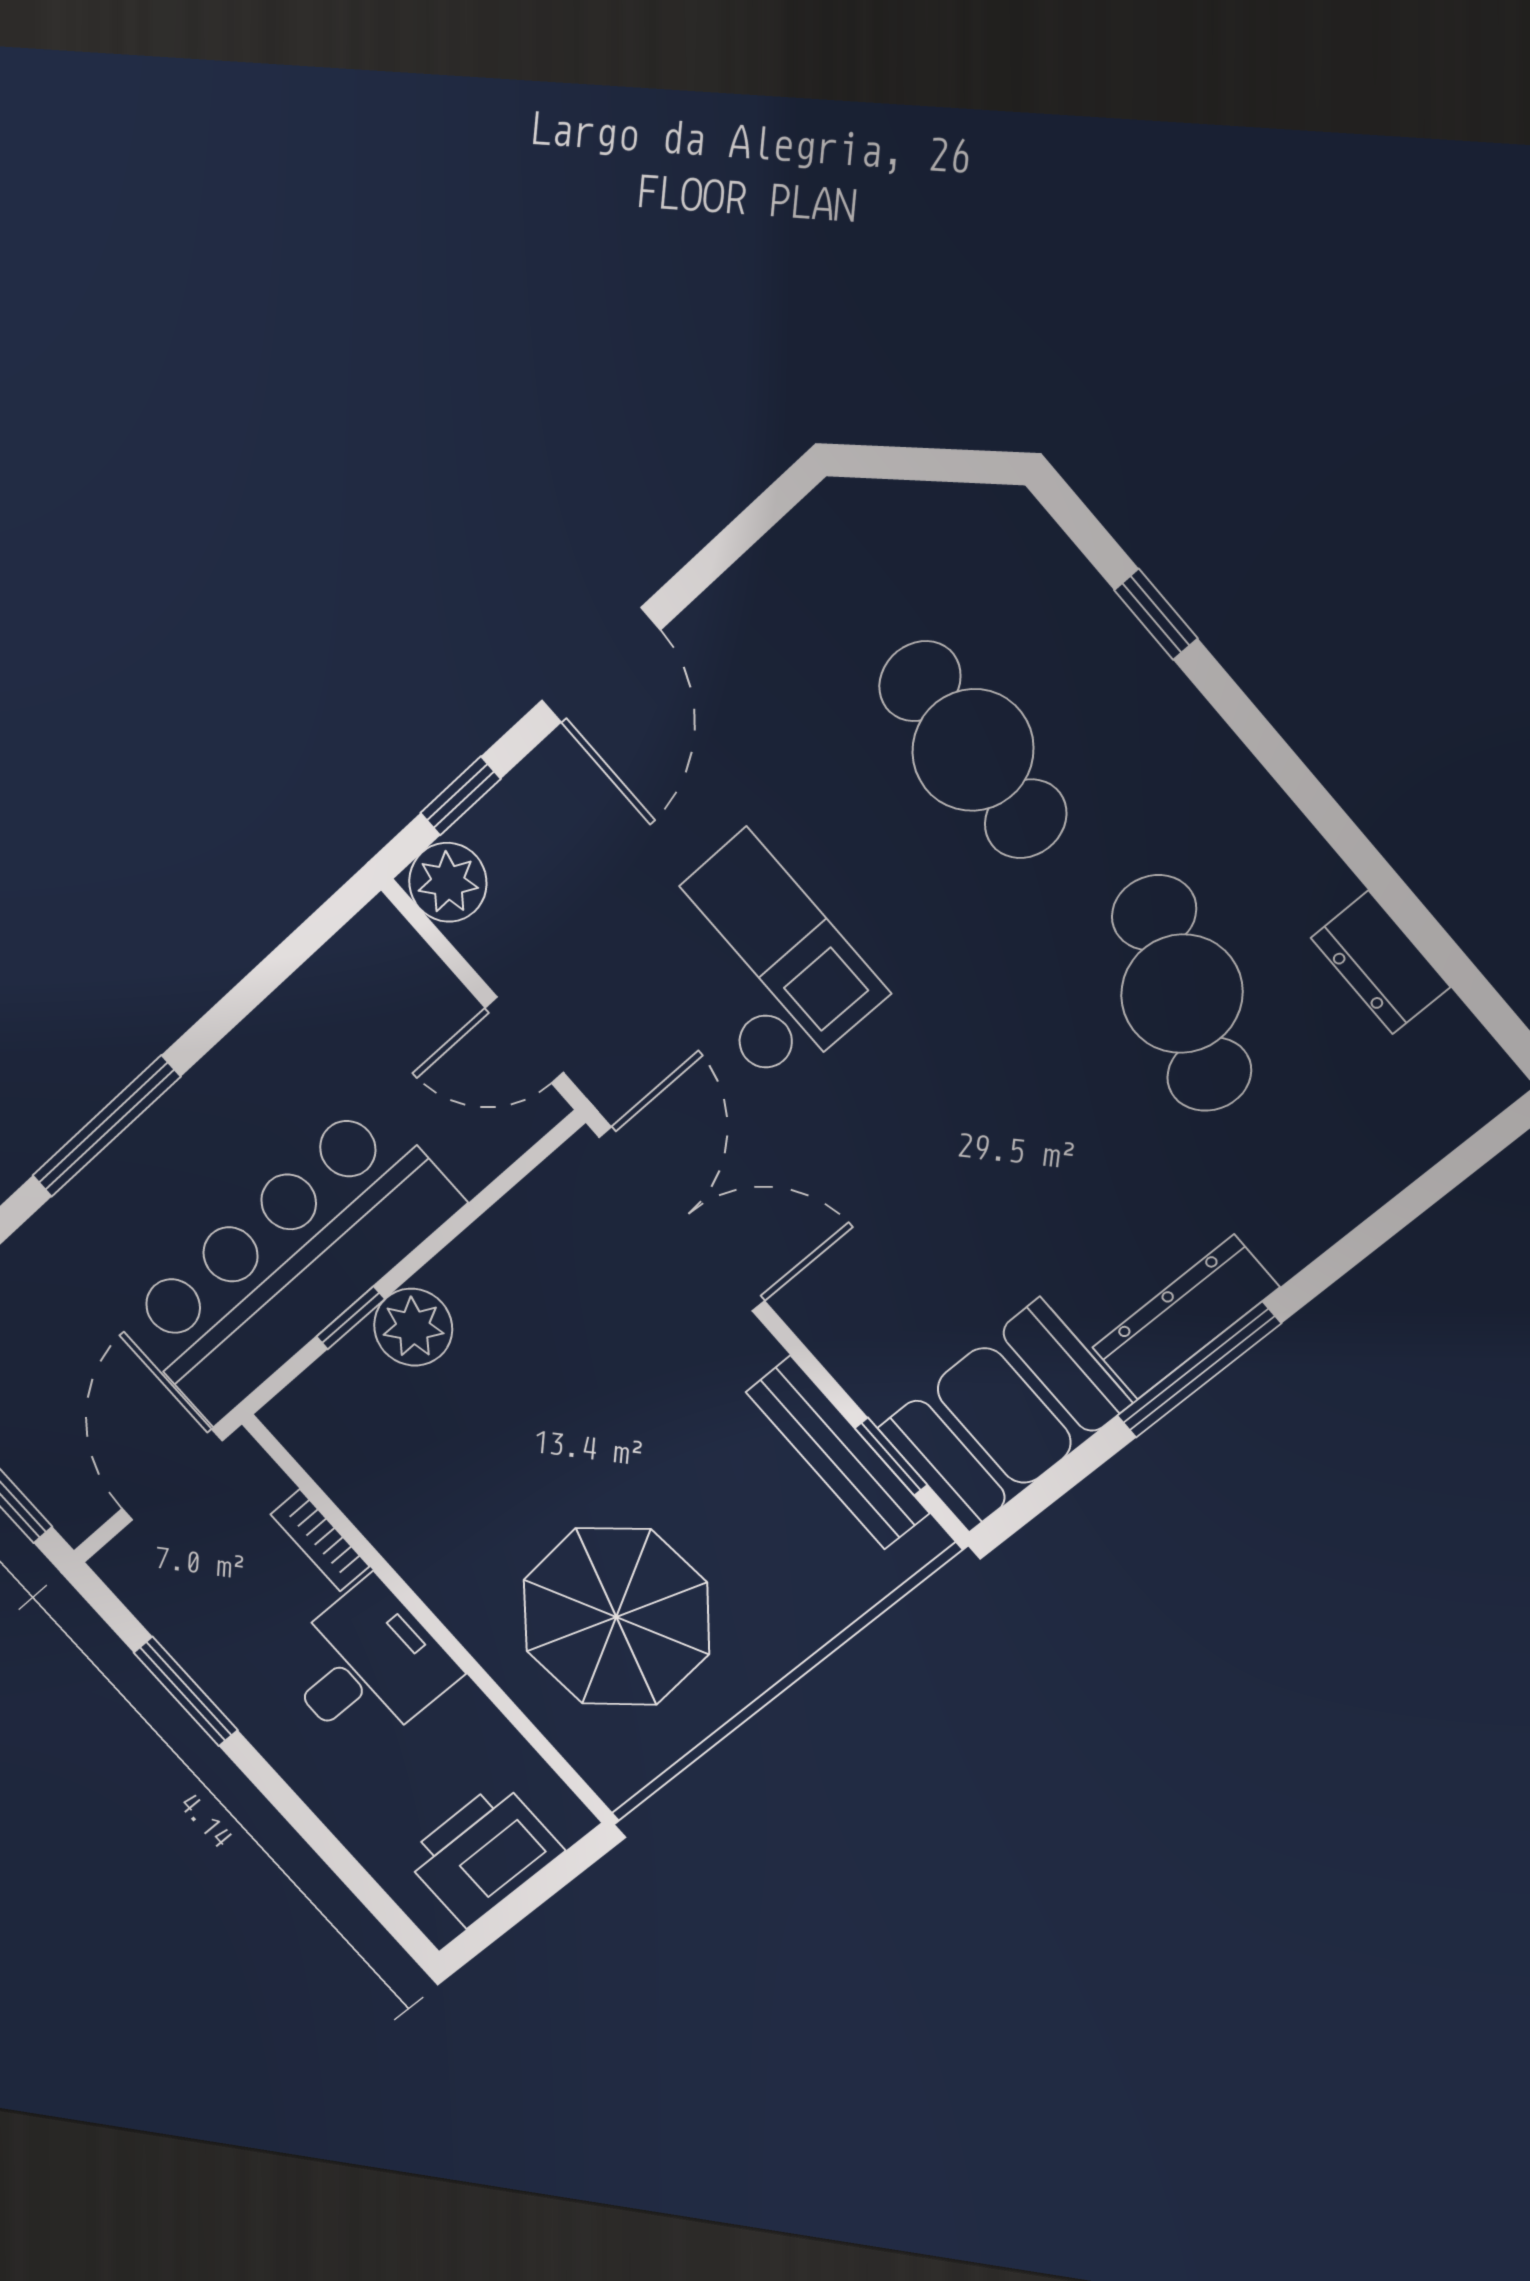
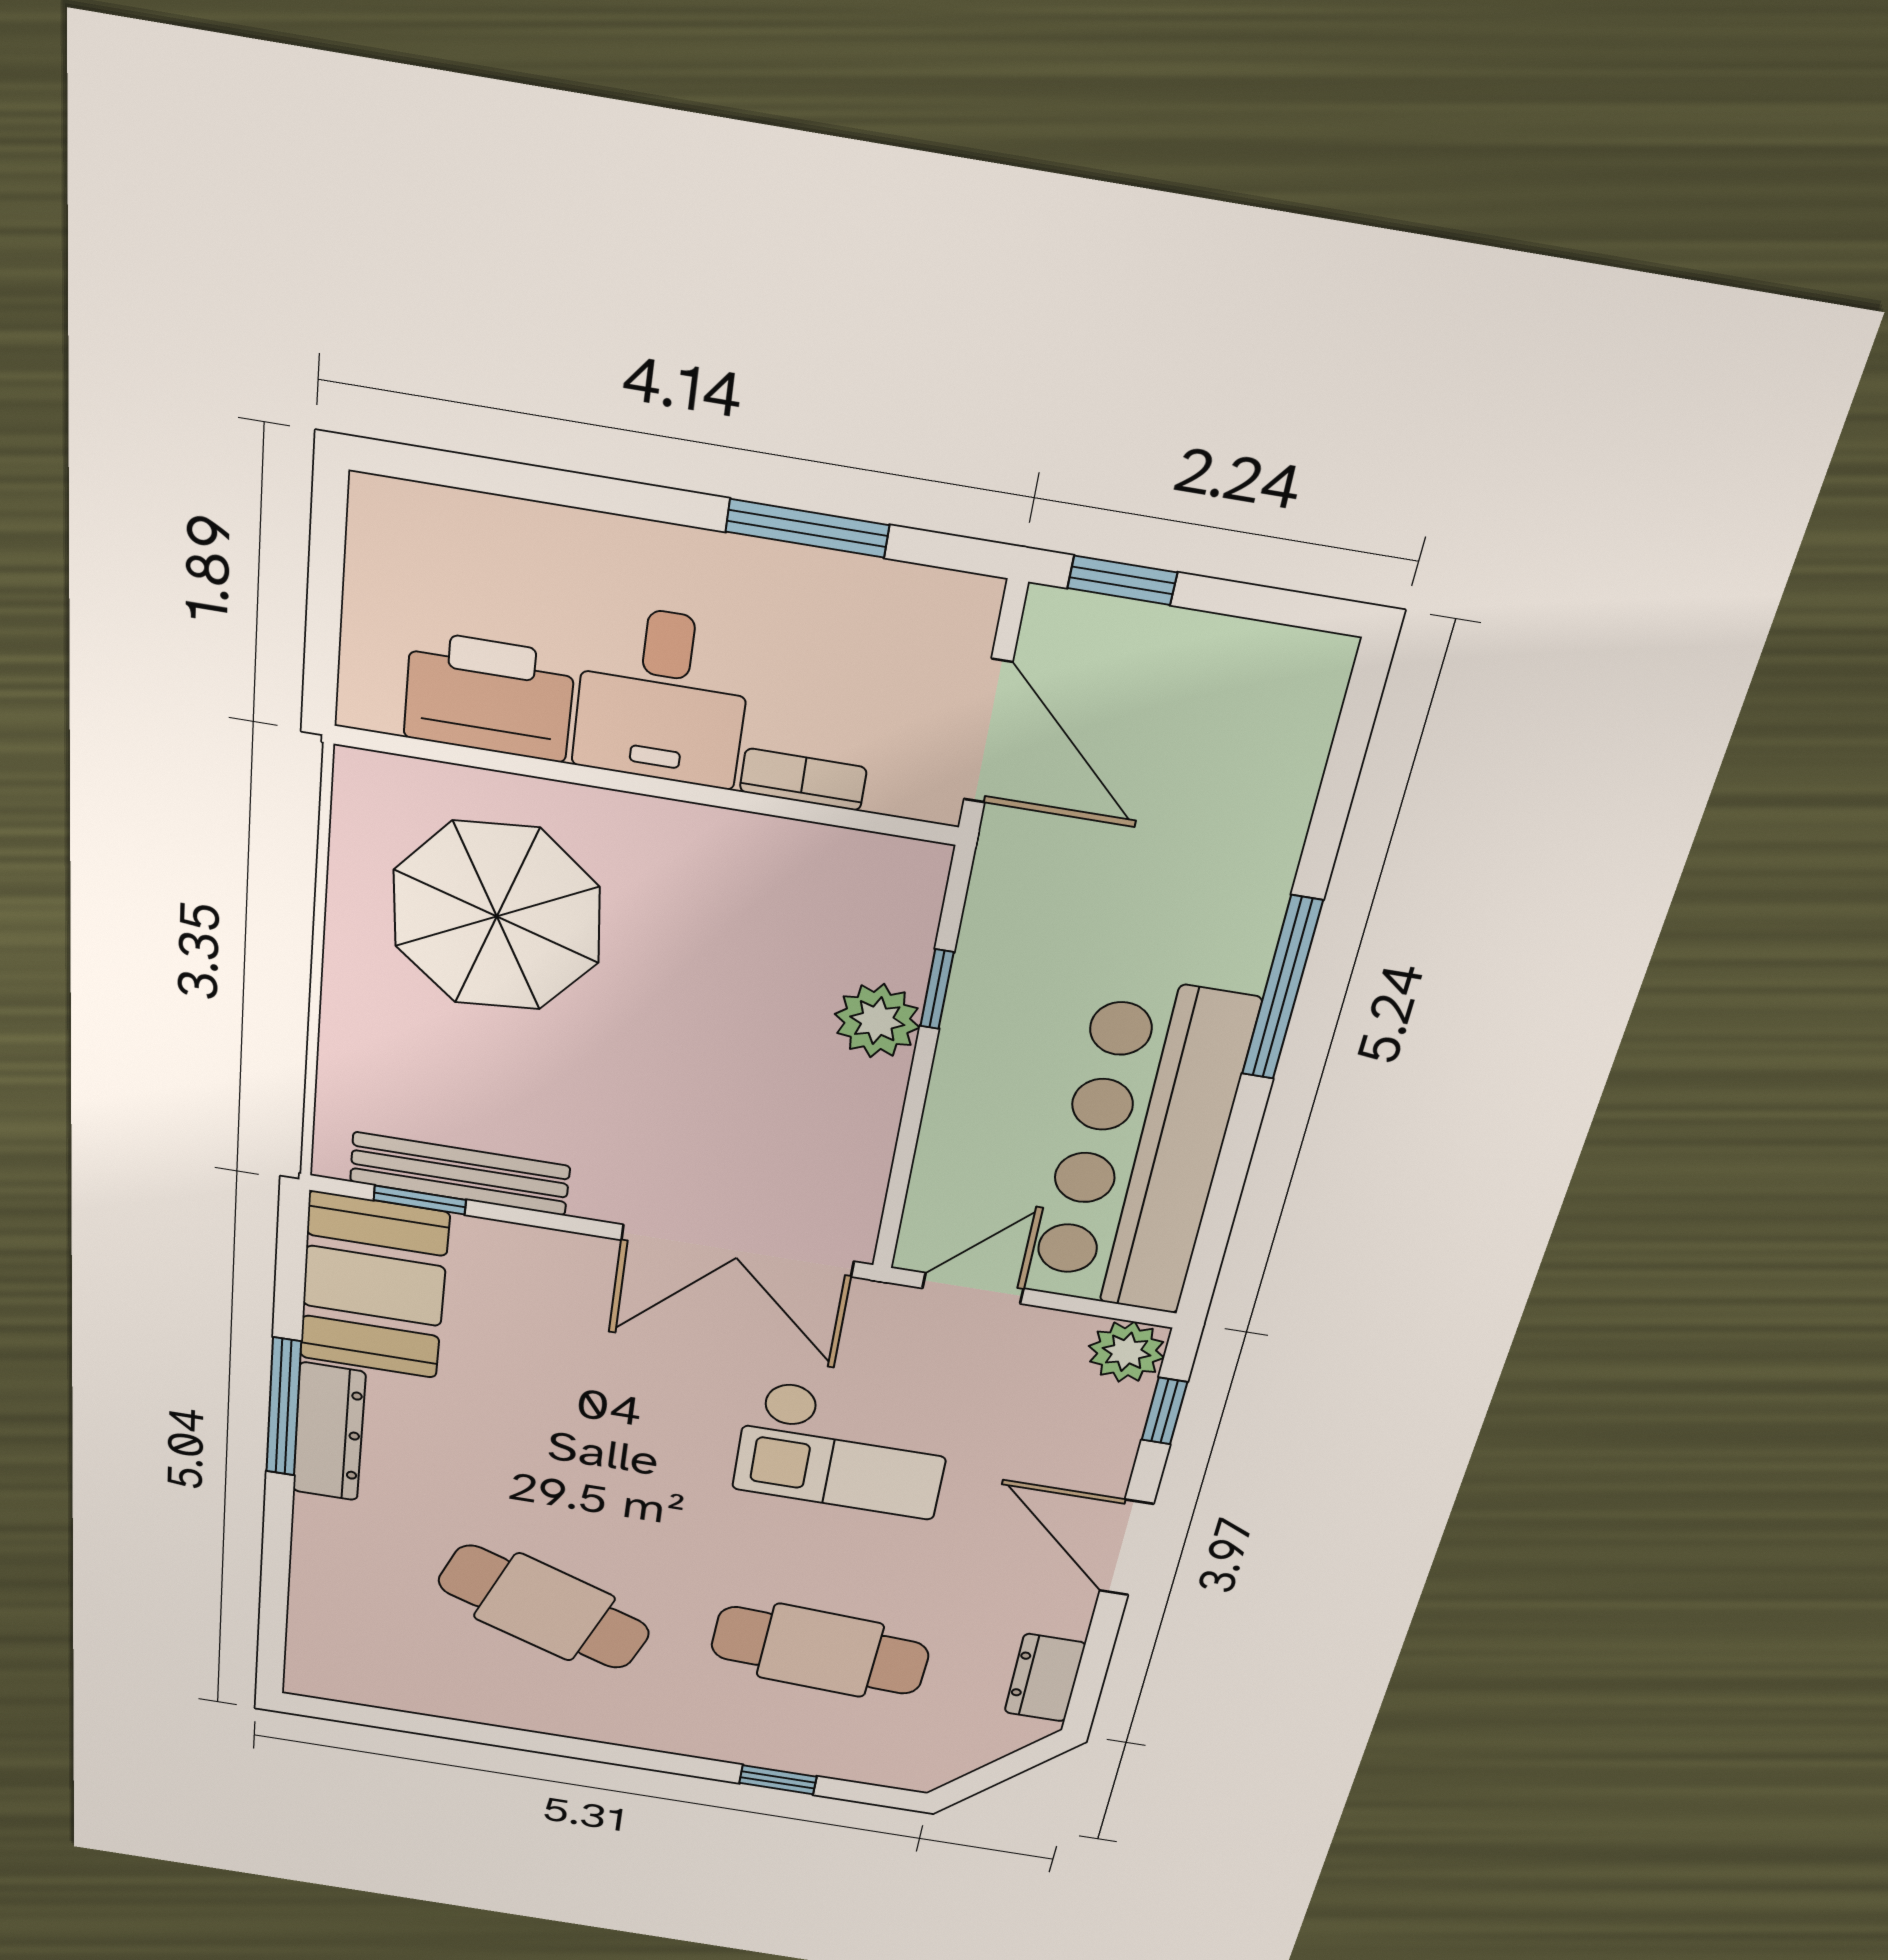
dresser: (1381, 962) -> (1045, 1678), moved, turned -90
bar counter: (290, 1262) -> (1141, 1149), moved, turned 180
printer: (483, 1854) -> (489, 696), moved, turned -90

